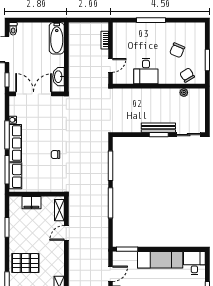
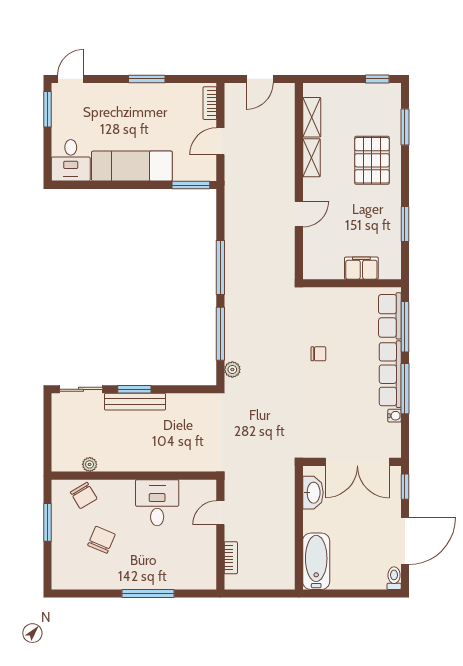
plant: (104, 146) -> (232, 369), added
shelving: (59, 210) -> (311, 158), moved
pallet: (25, 263) -> (372, 160), turned 90

